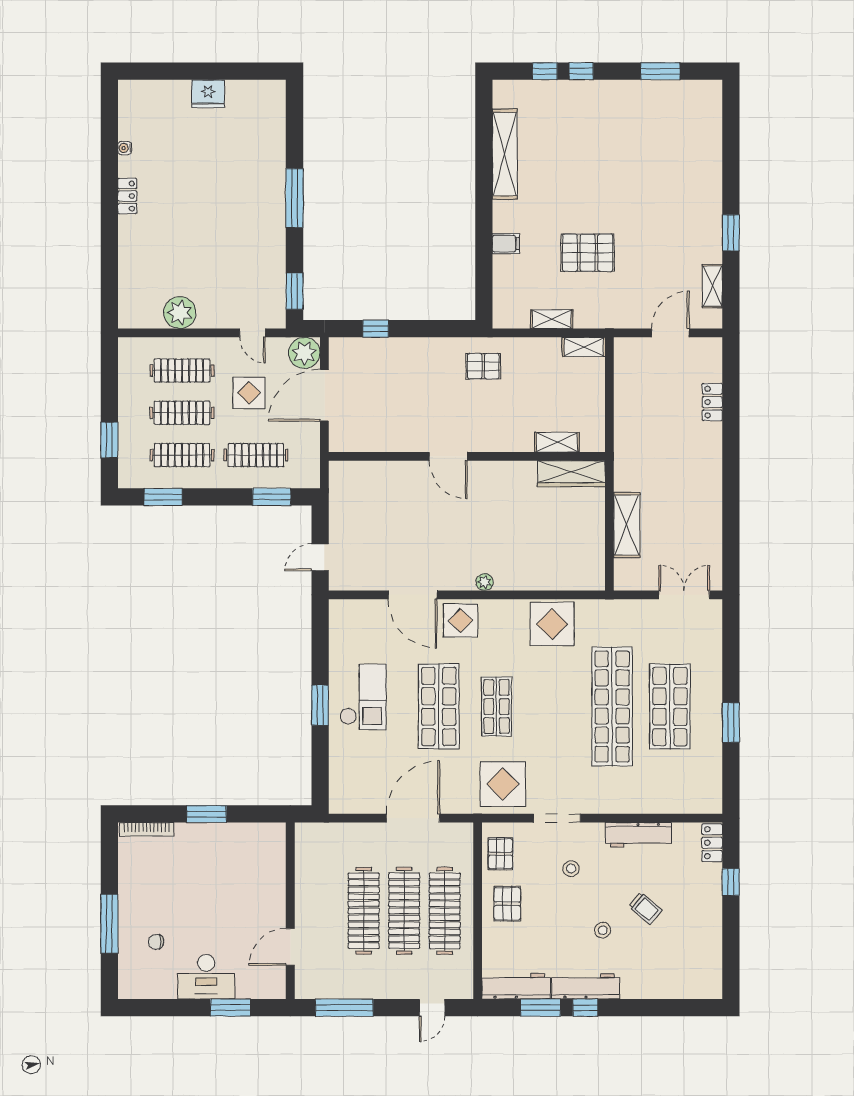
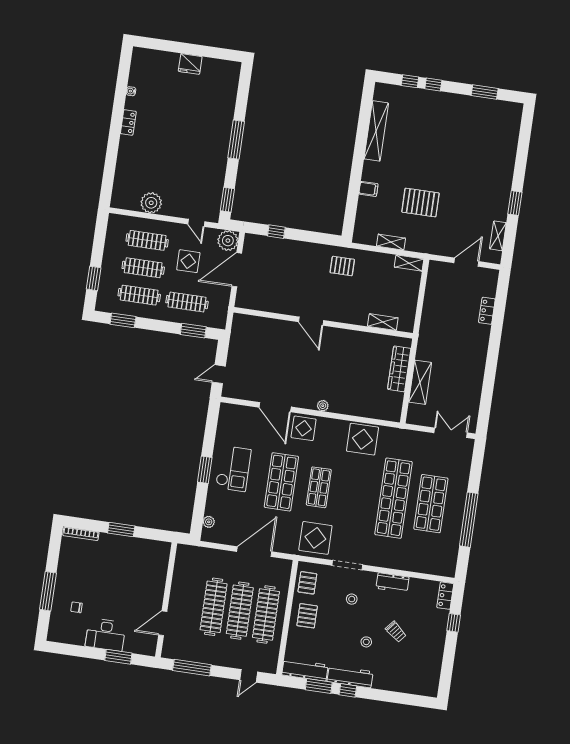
wardrobe: (571, 474) -> (399, 369), moved, turned 90
window: (731, 722) -> (469, 520), width x2.11
plant: (337, 783) -> (209, 522), added
workbench: (638, 835) -> (393, 583), width x0.73

